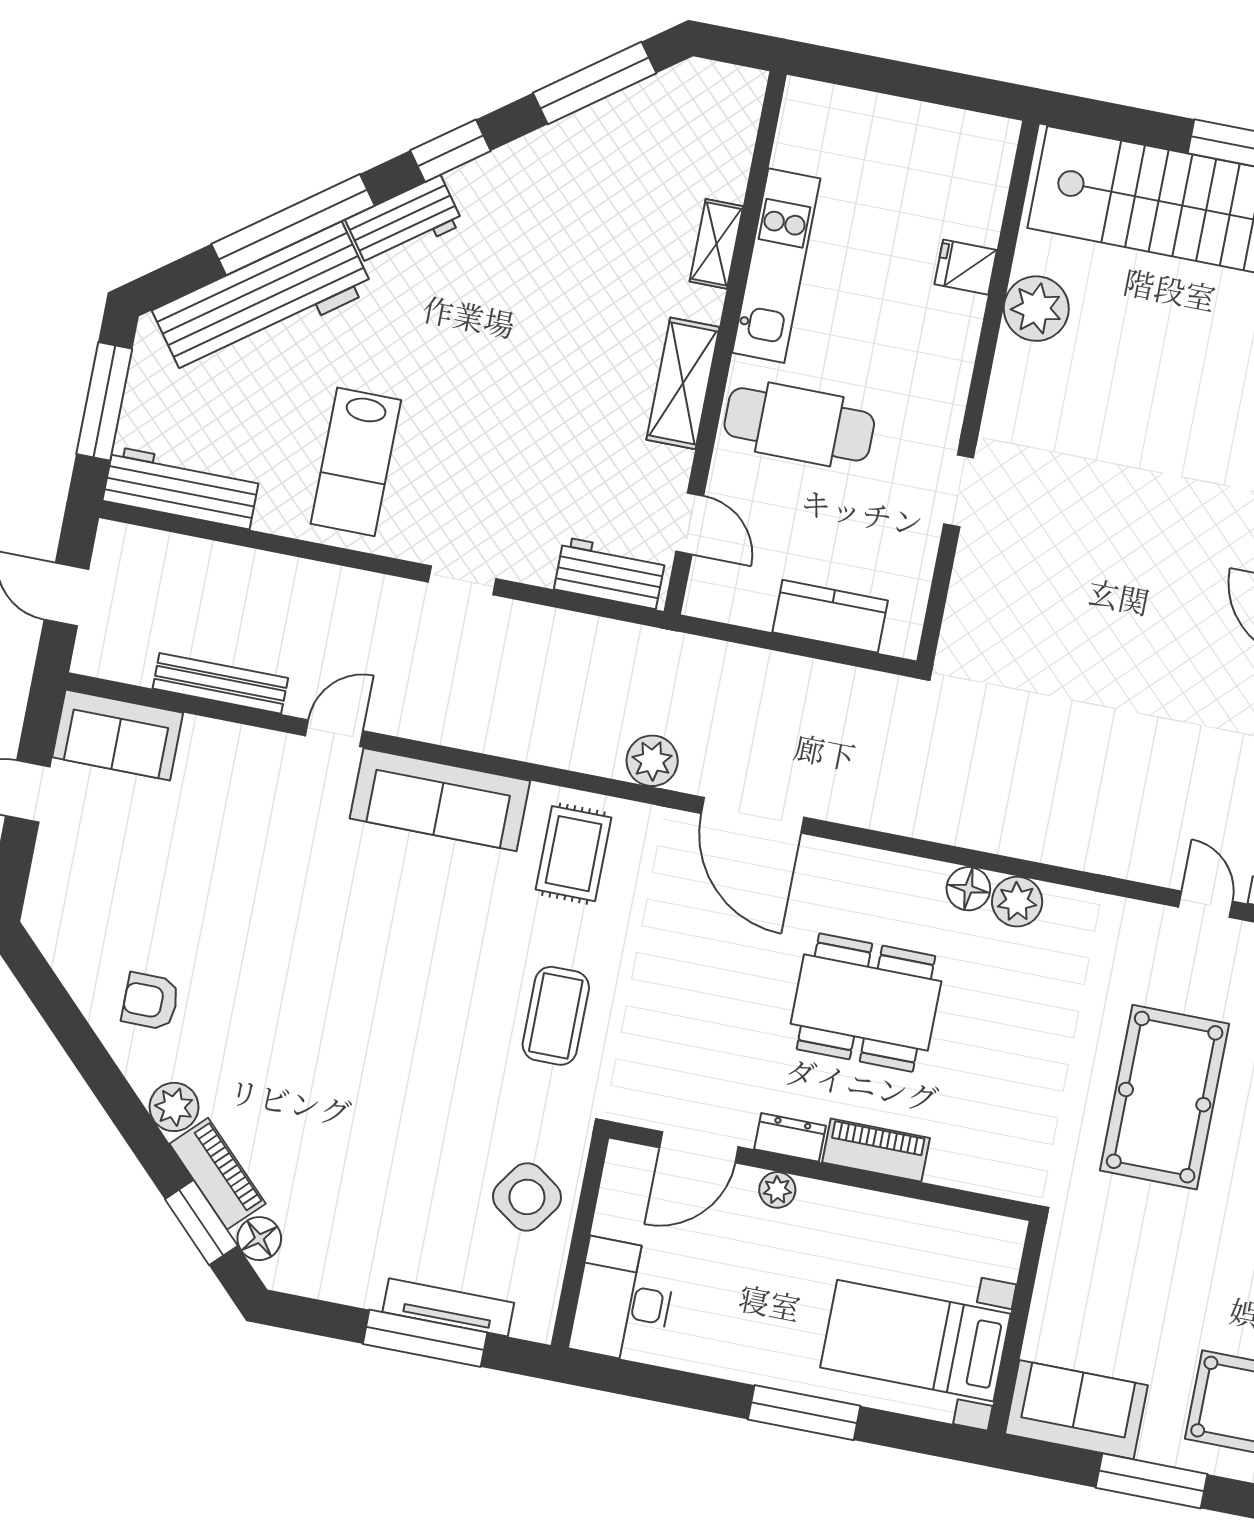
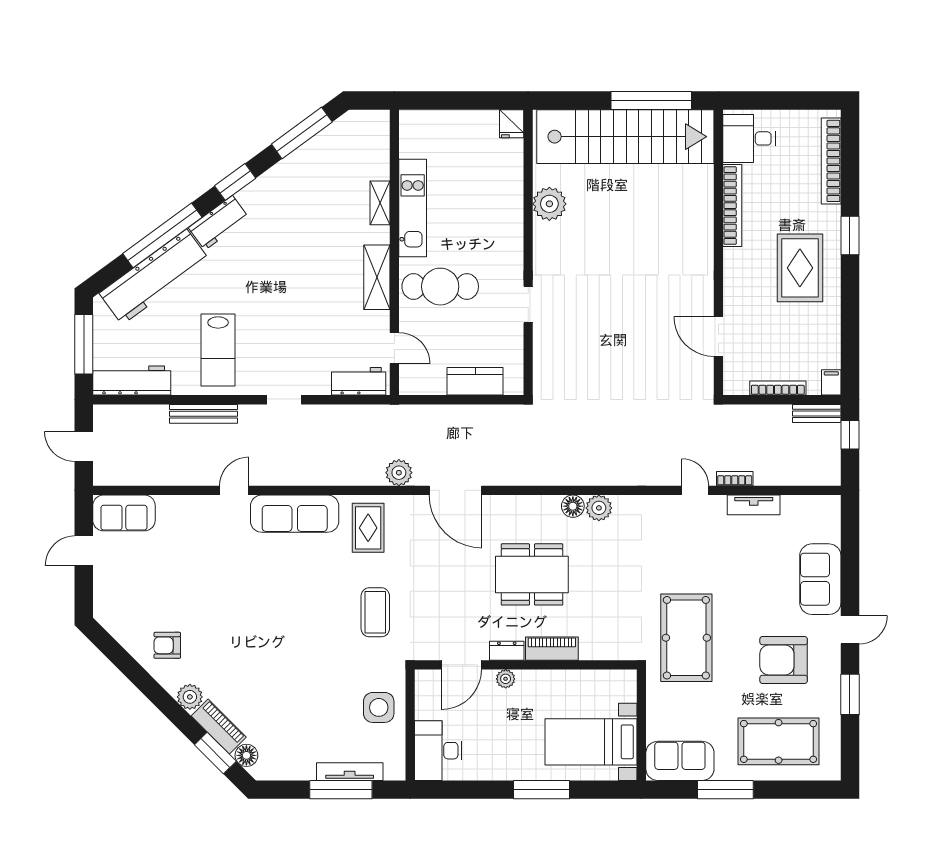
fridge: (966, 267) -> (512, 124), moved, turned -90
bench: (220, 683) -> (203, 414), moved
pool table: (1165, 1097) -> (686, 638), moved
side table: (527, 1197) -> (379, 707), turned -35

